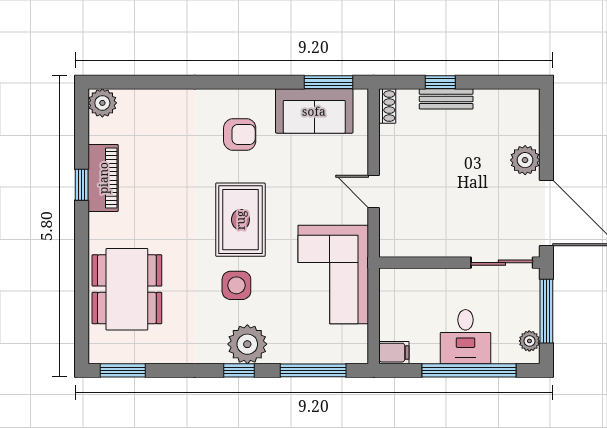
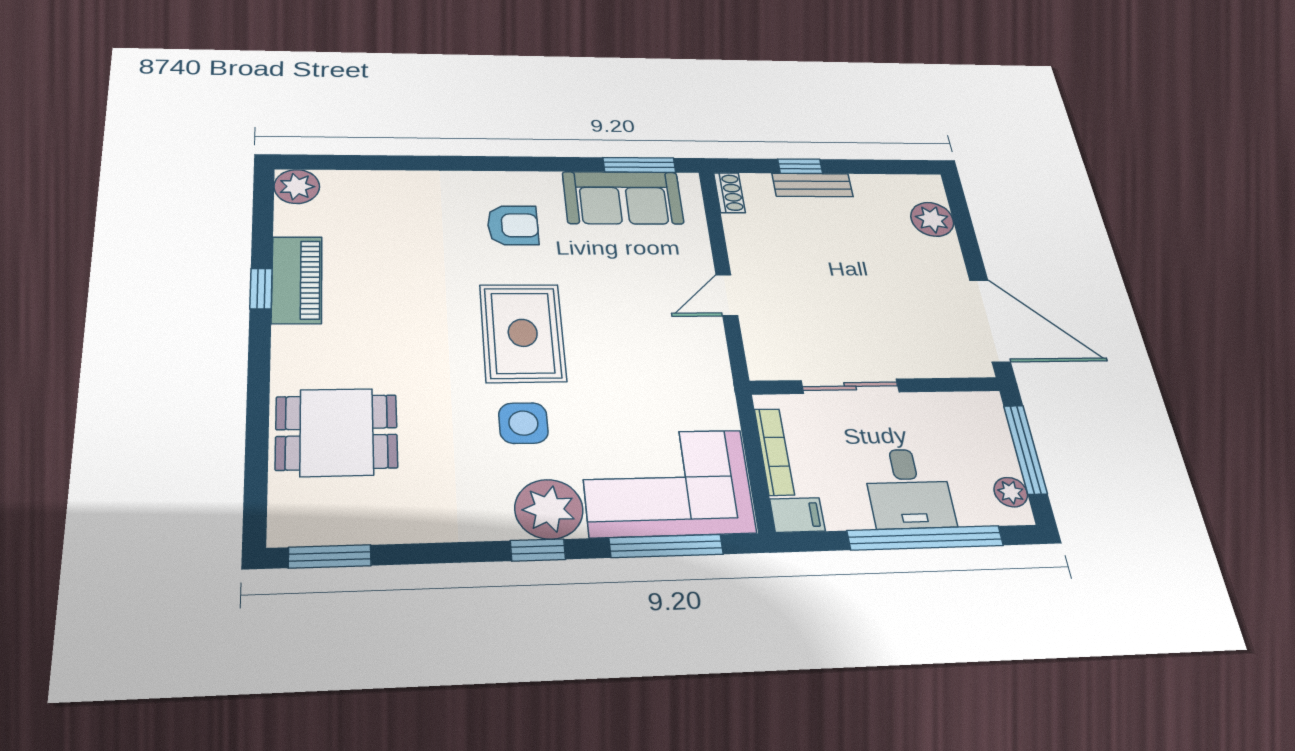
plant: (525, 160) -> (932, 219), moved
door: (374, 191) -> (727, 295), hinge flipped
sliding door: (502, 263) -> (850, 386), moved
corner sofa: (333, 275) -> (667, 483), moved, turned 90
dining table: (127, 289) -> (337, 432), width x0.73
bookcase: (387, 309) -> (774, 452), added

